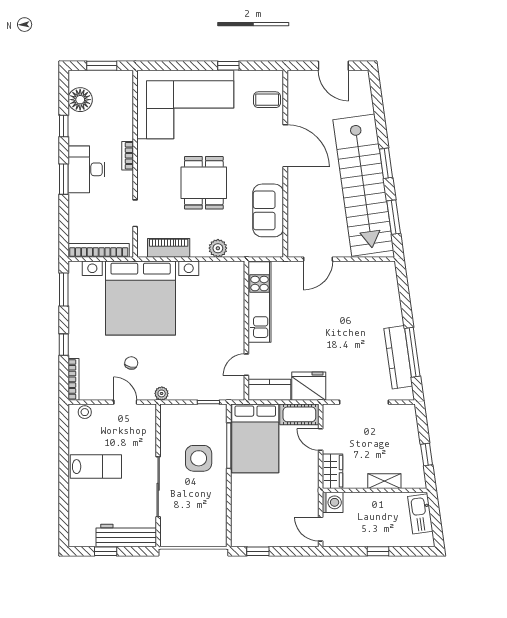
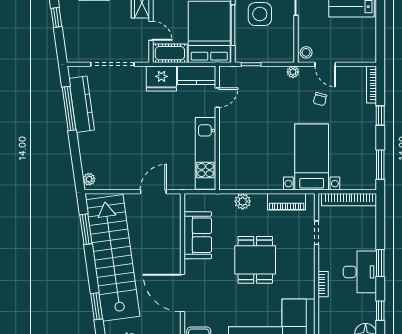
window: (386, 163) -> (97, 306), moved
plant: (390, 273) -> (89, 179), added
bed with nightstands: (141, 298) -> (312, 157), width x0.54
stool: (85, 412) -> (306, 52), moved

